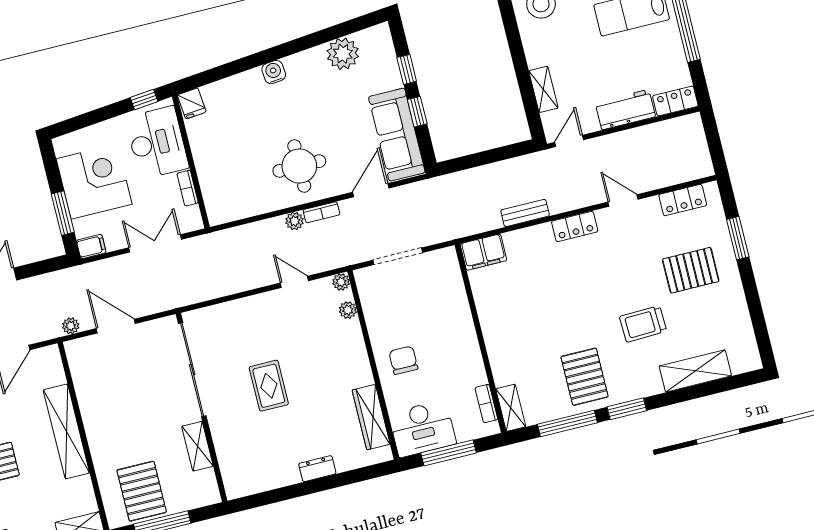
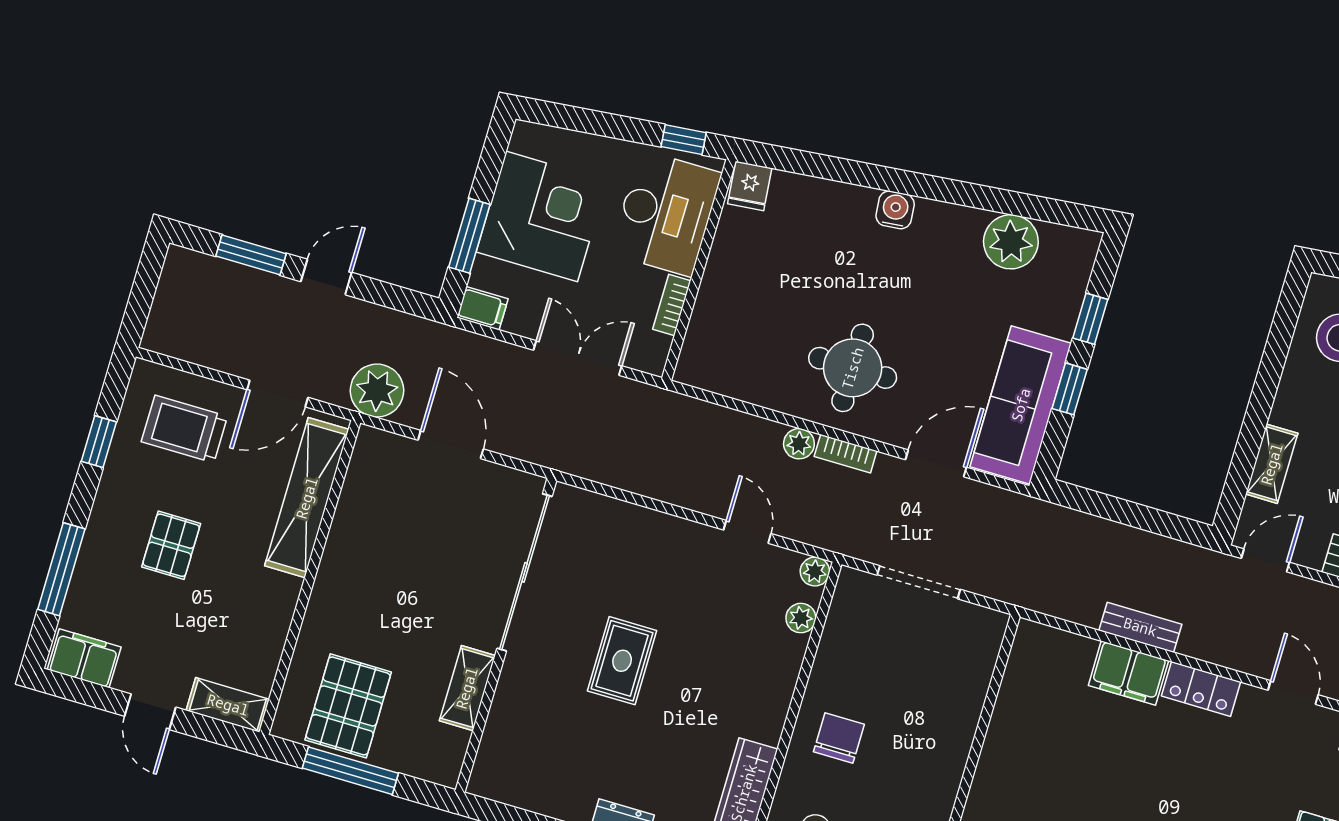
filing cabinet: (483, 252) -> (1128, 673), moved
plant: (71, 326) -> (377, 391), width x1.88, depth x1.88
shelving: (66, 431) -> (307, 498), moved

